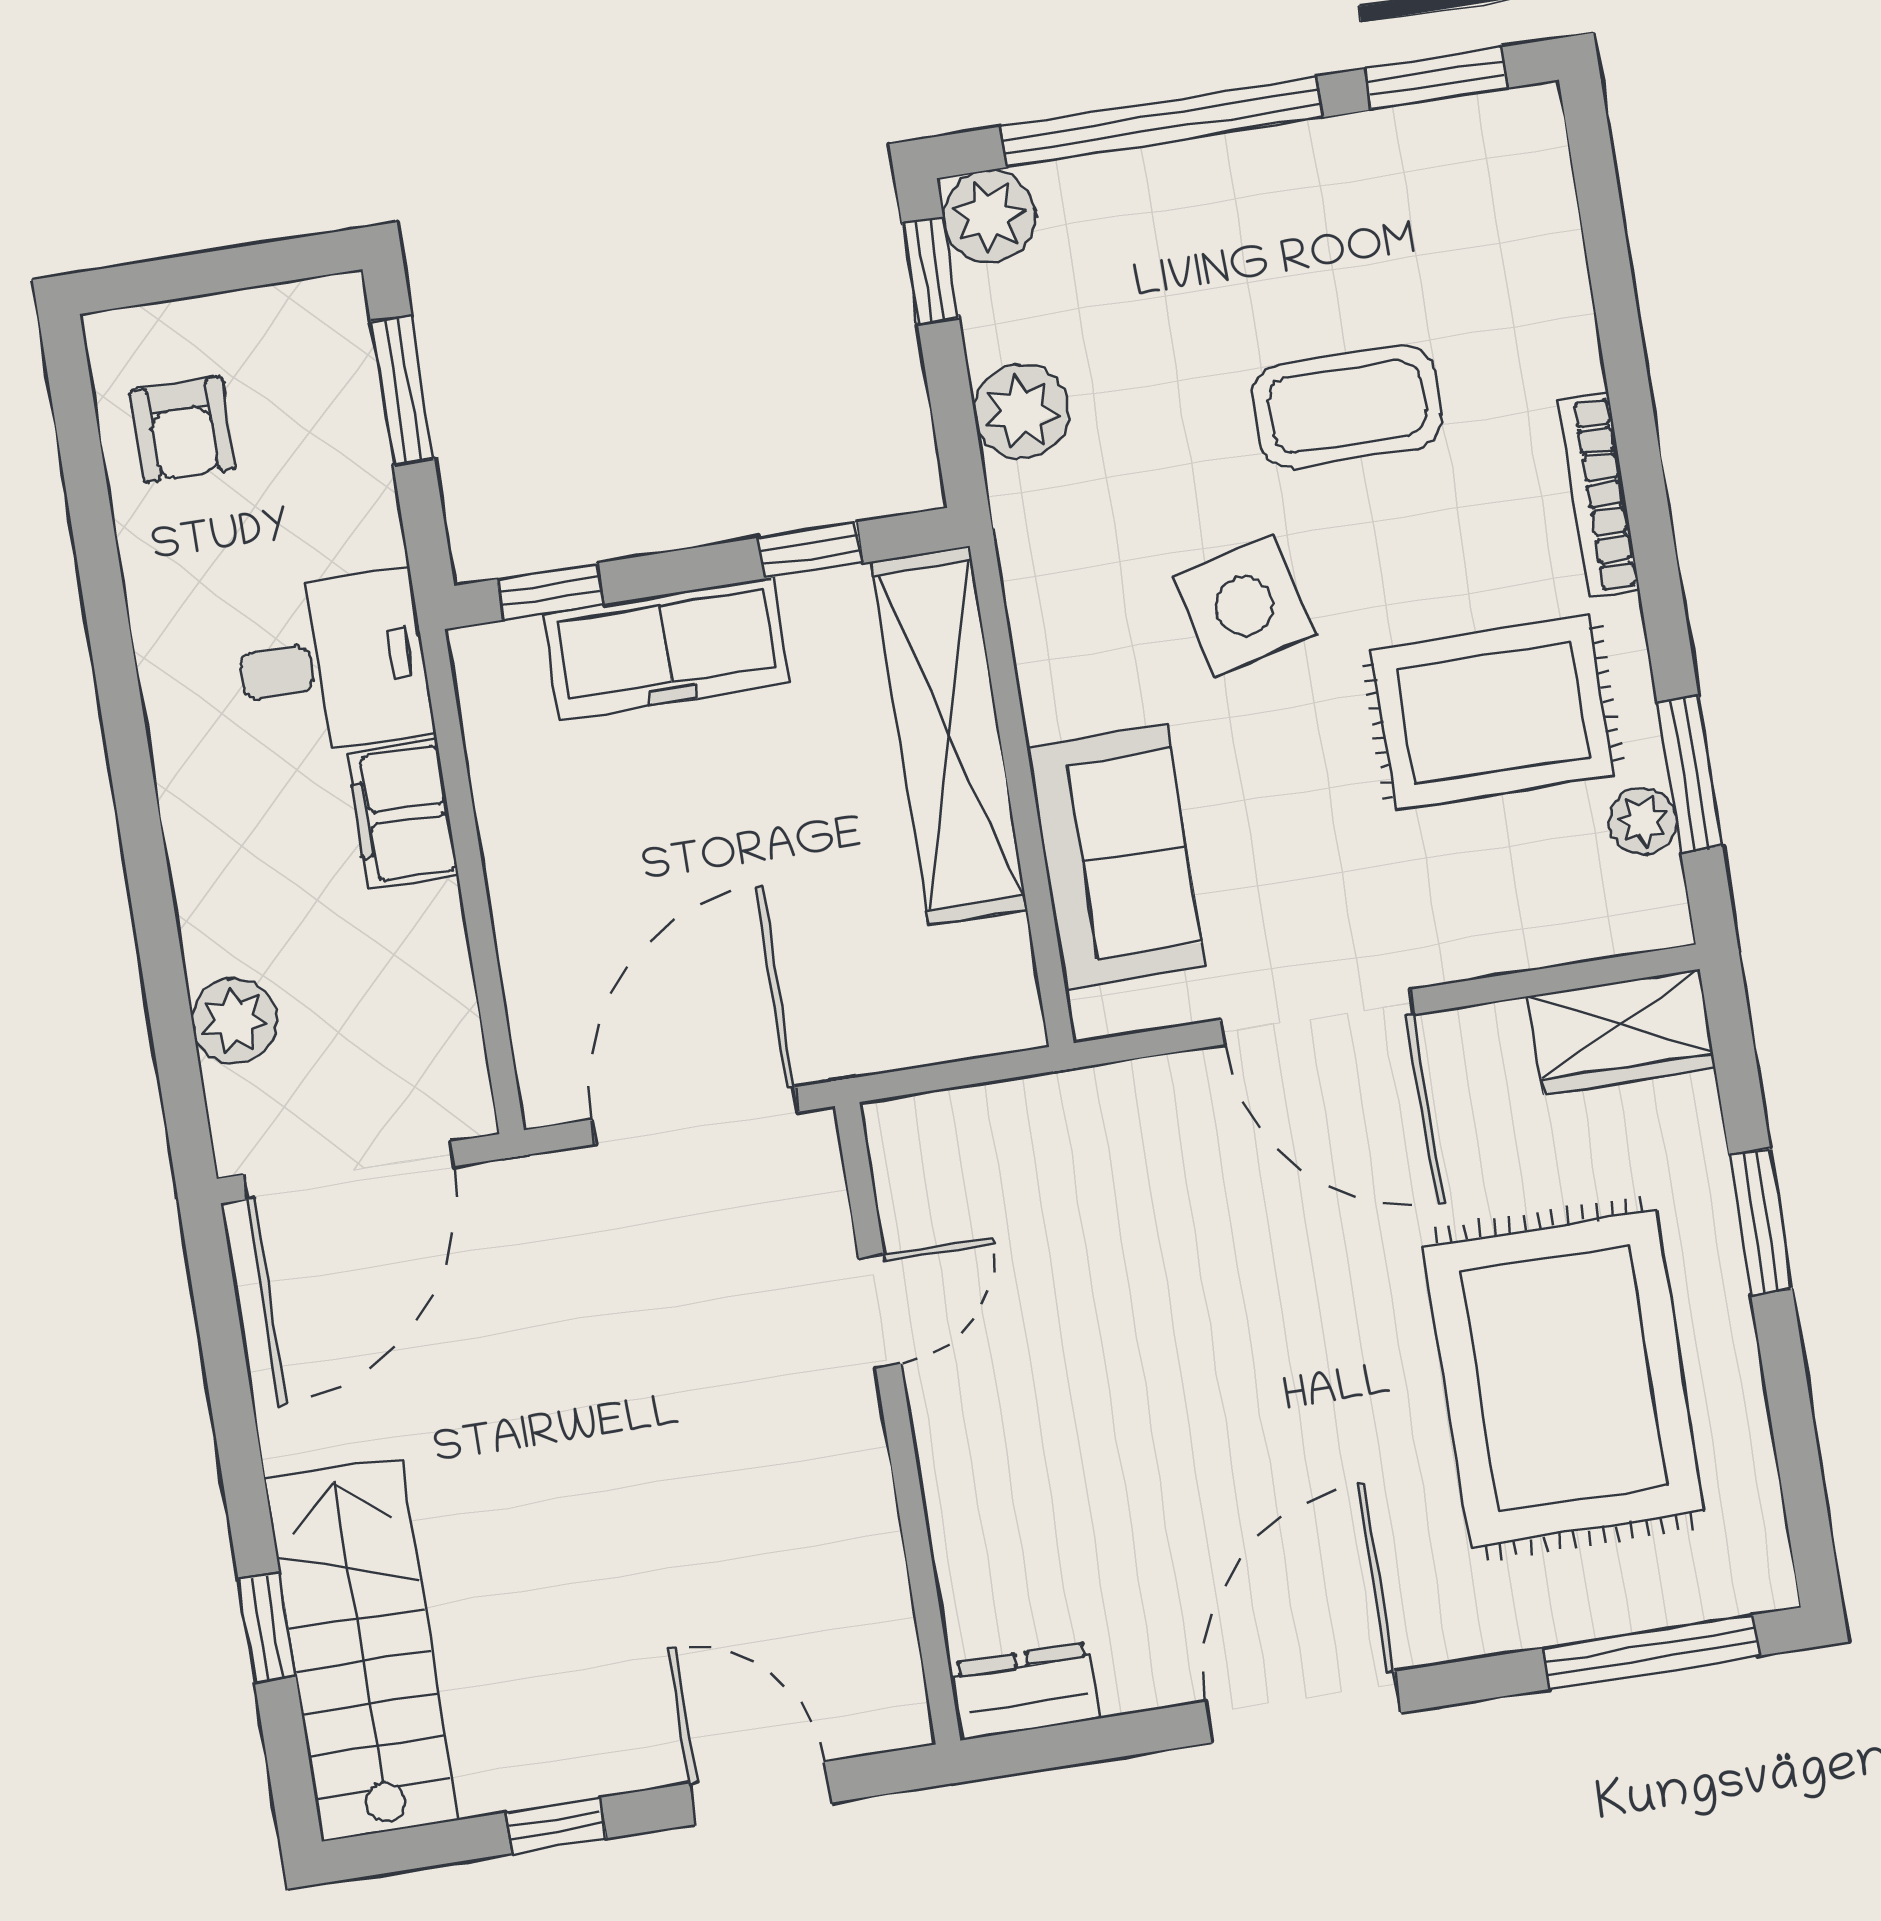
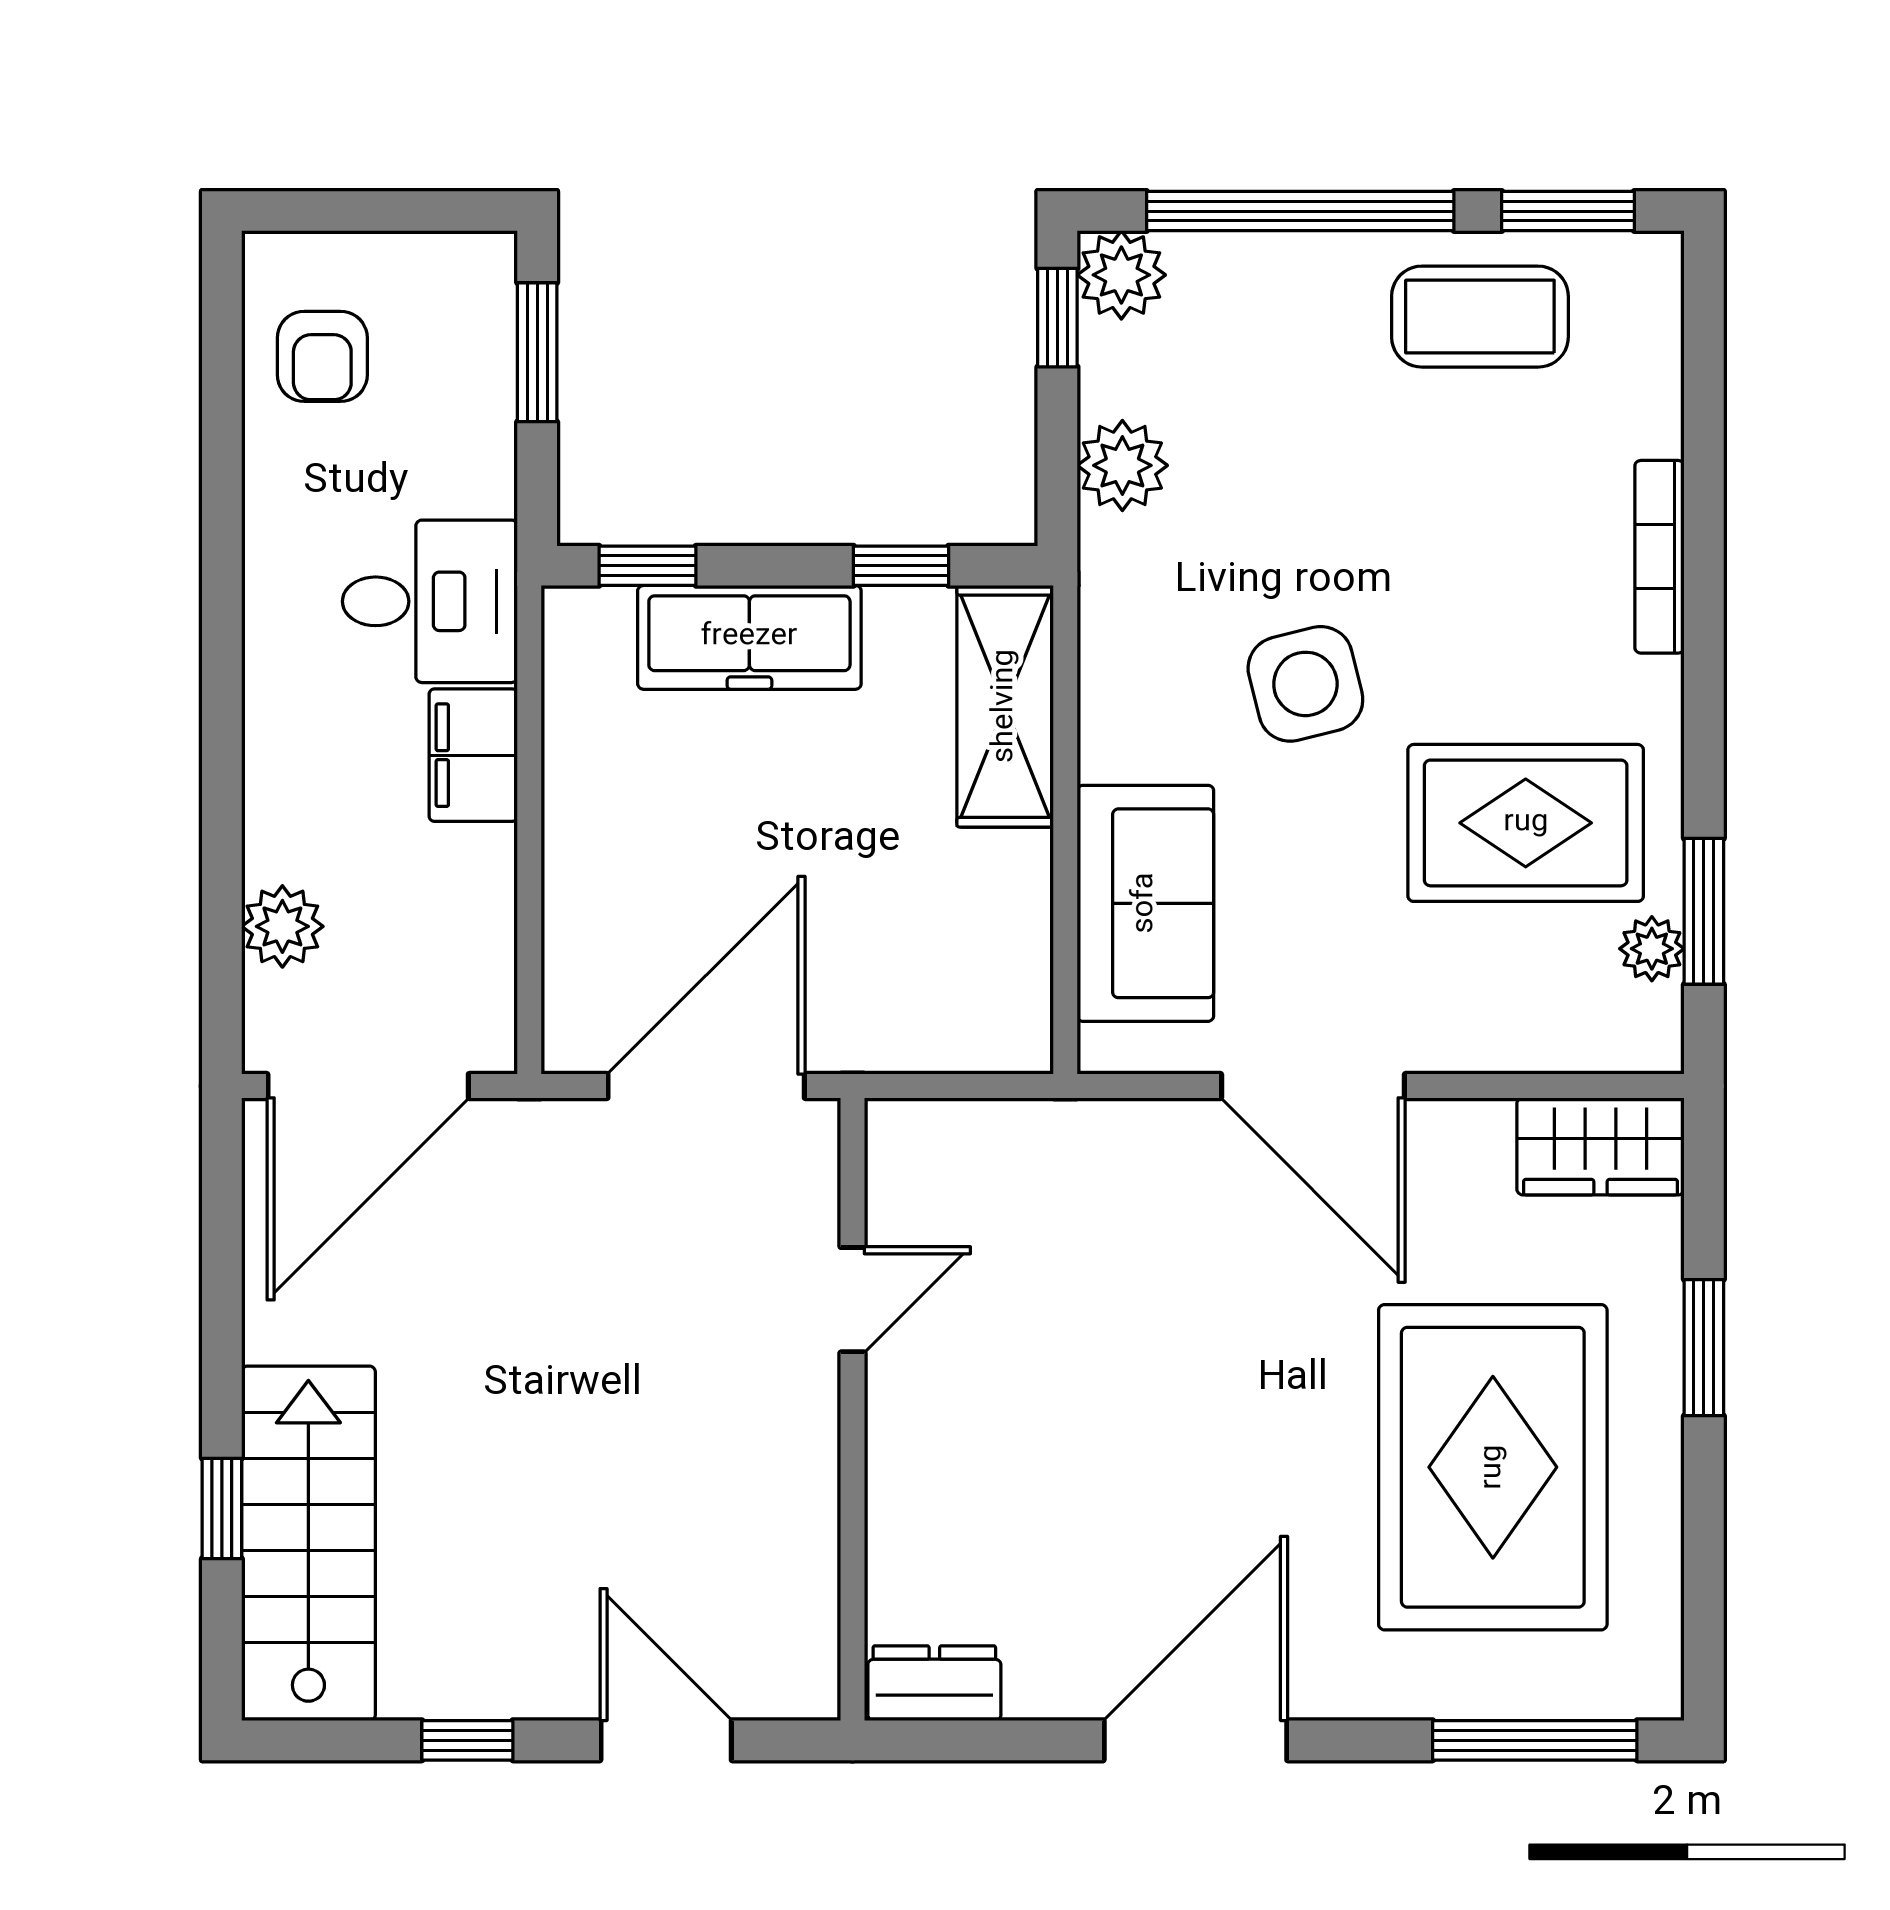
coffee table: (1347, 407) -> (1480, 317), moved
bookcase: (1599, 495) -> (1659, 557), moved
shelving: (949, 735) -> (1005, 706), width x0.68

